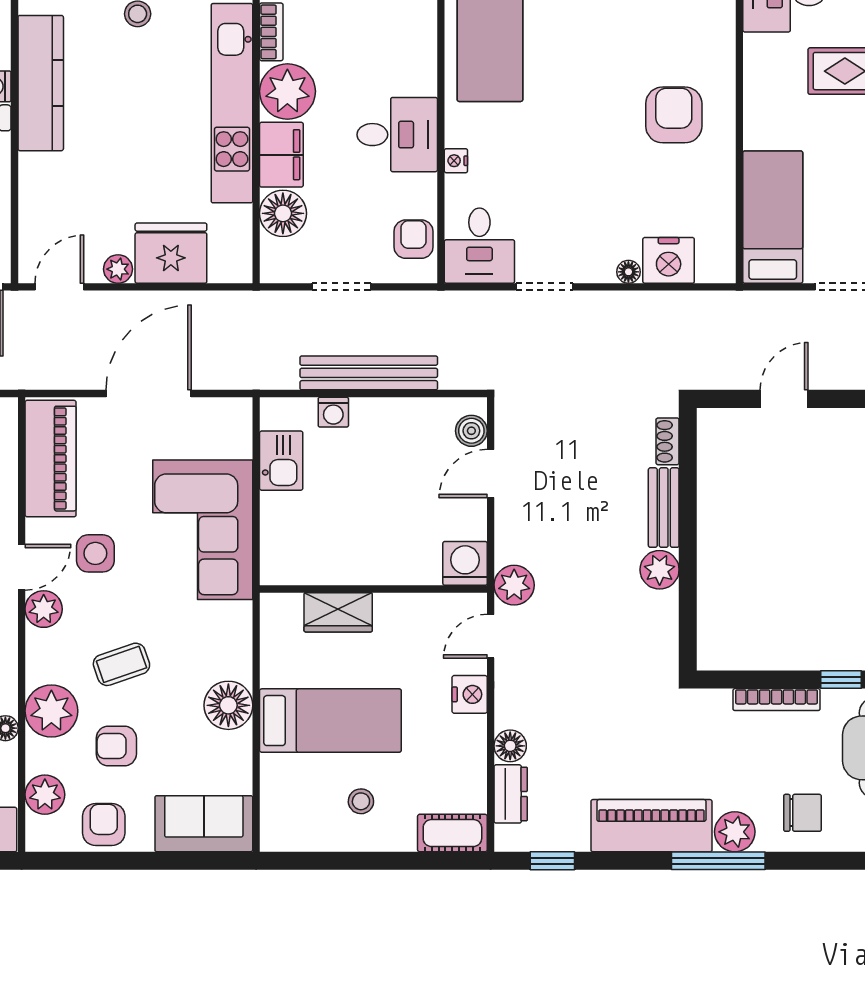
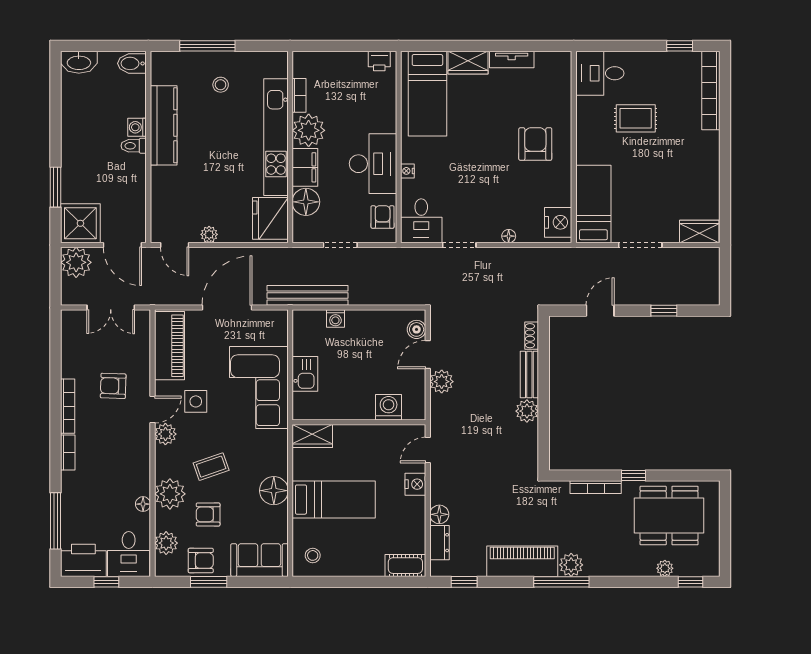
desk: (397, 135) -> (373, 164), width x1.37
fridge: (171, 253) -> (270, 218), moved, turned -90
nightstand: (669, 260) -> (558, 222), moved, turned -90
door: (59, 287) -> (175, 245), swing flipped
bench: (369, 373) -> (307, 295), moved
kitchen sink: (281, 461) -> (305, 374), moved
washing machine: (465, 563) -> (389, 407), moved
plant: (514, 585) -> (442, 382), moved
wardrobe: (338, 612) -> (312, 436), moved
stool: (361, 801) -> (313, 555), moved
chair: (803, 813) -> (611, 554), removed
armchair: (104, 824) -> (201, 561), turned 90
window: (117, 861) -> (209, 582), added

